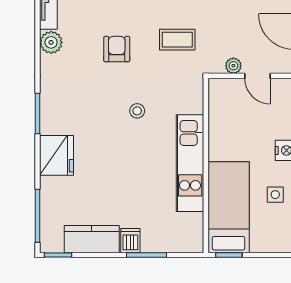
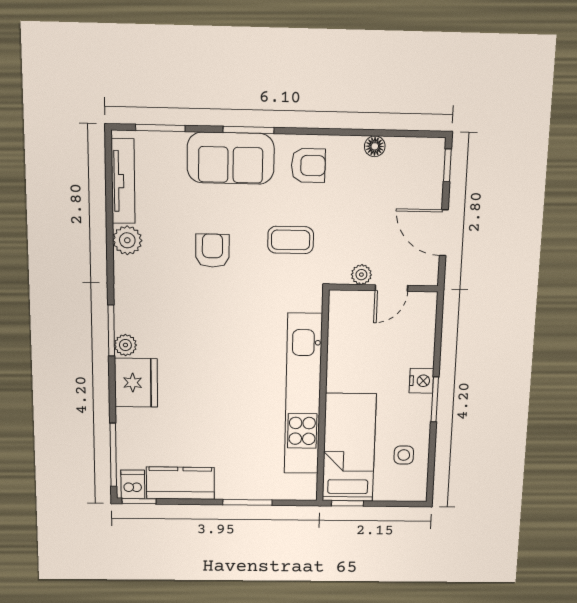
door: (258, 76) -> (391, 288), hinge flipped
stool: (137, 111) -> (238, 329), removed
plant: (49, 125) -> (125, 345), added
kitchen unit: (190, 163) -> (303, 394), width x1.36
side table: (275, 195) -> (404, 455), moved
dishwasher: (130, 241) -> (133, 484), moved

